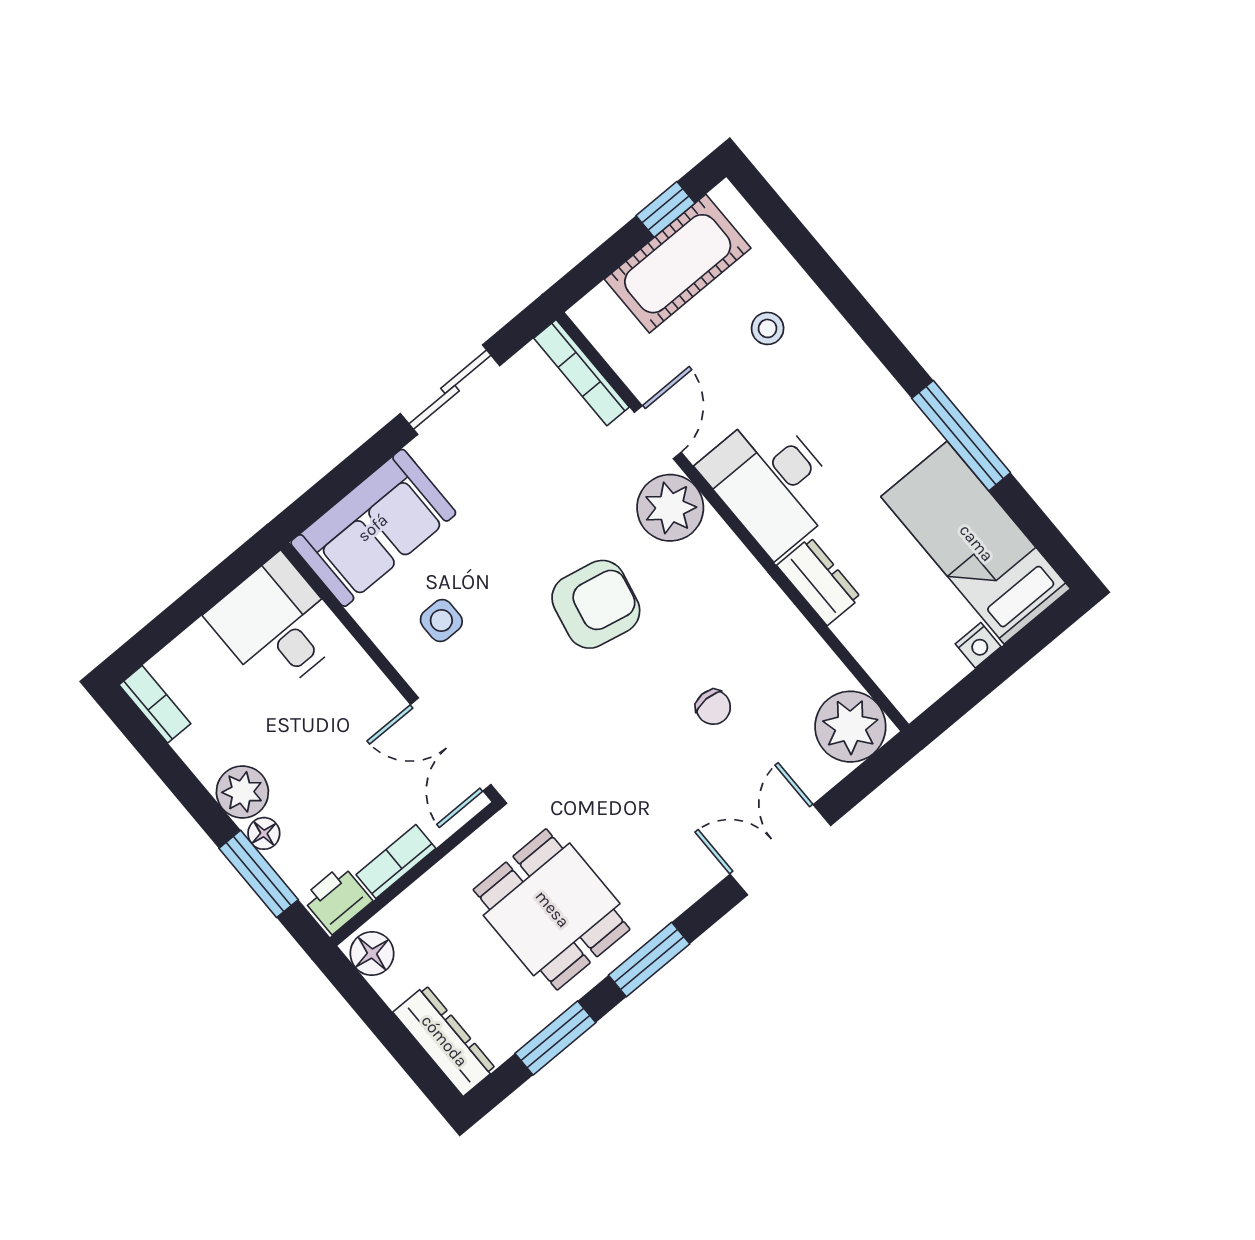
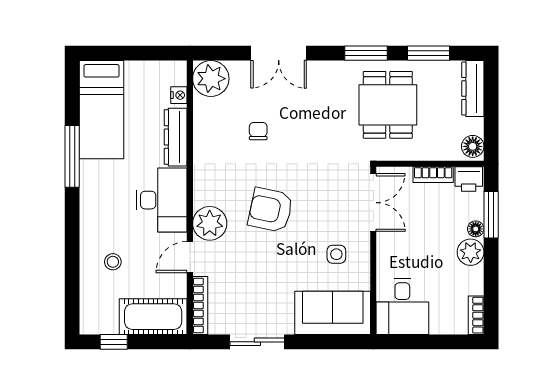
cot: (678, 264) -> (153, 317), moved
dresser: (819, 581) -> (176, 137), width x1.44
nightstand: (978, 645) -> (179, 95), moved, turned 90

